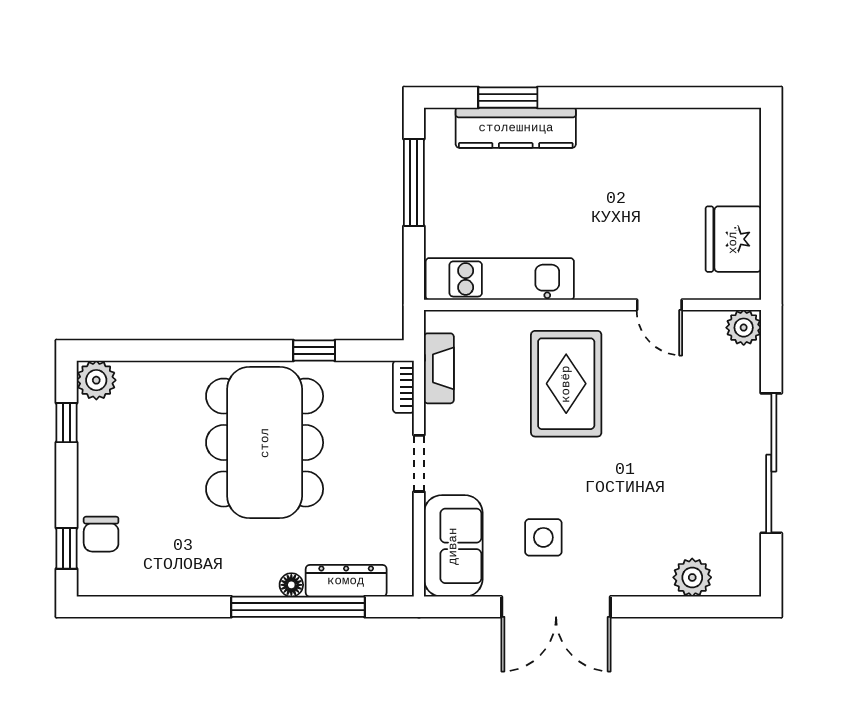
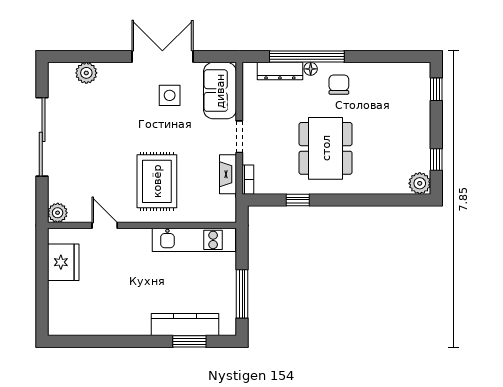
fireplace: (439, 368) -> (228, 174), moved
dining table: (265, 443) -> (326, 148), width x0.73, depth x0.80
chair: (101, 534) -> (339, 85), moved

